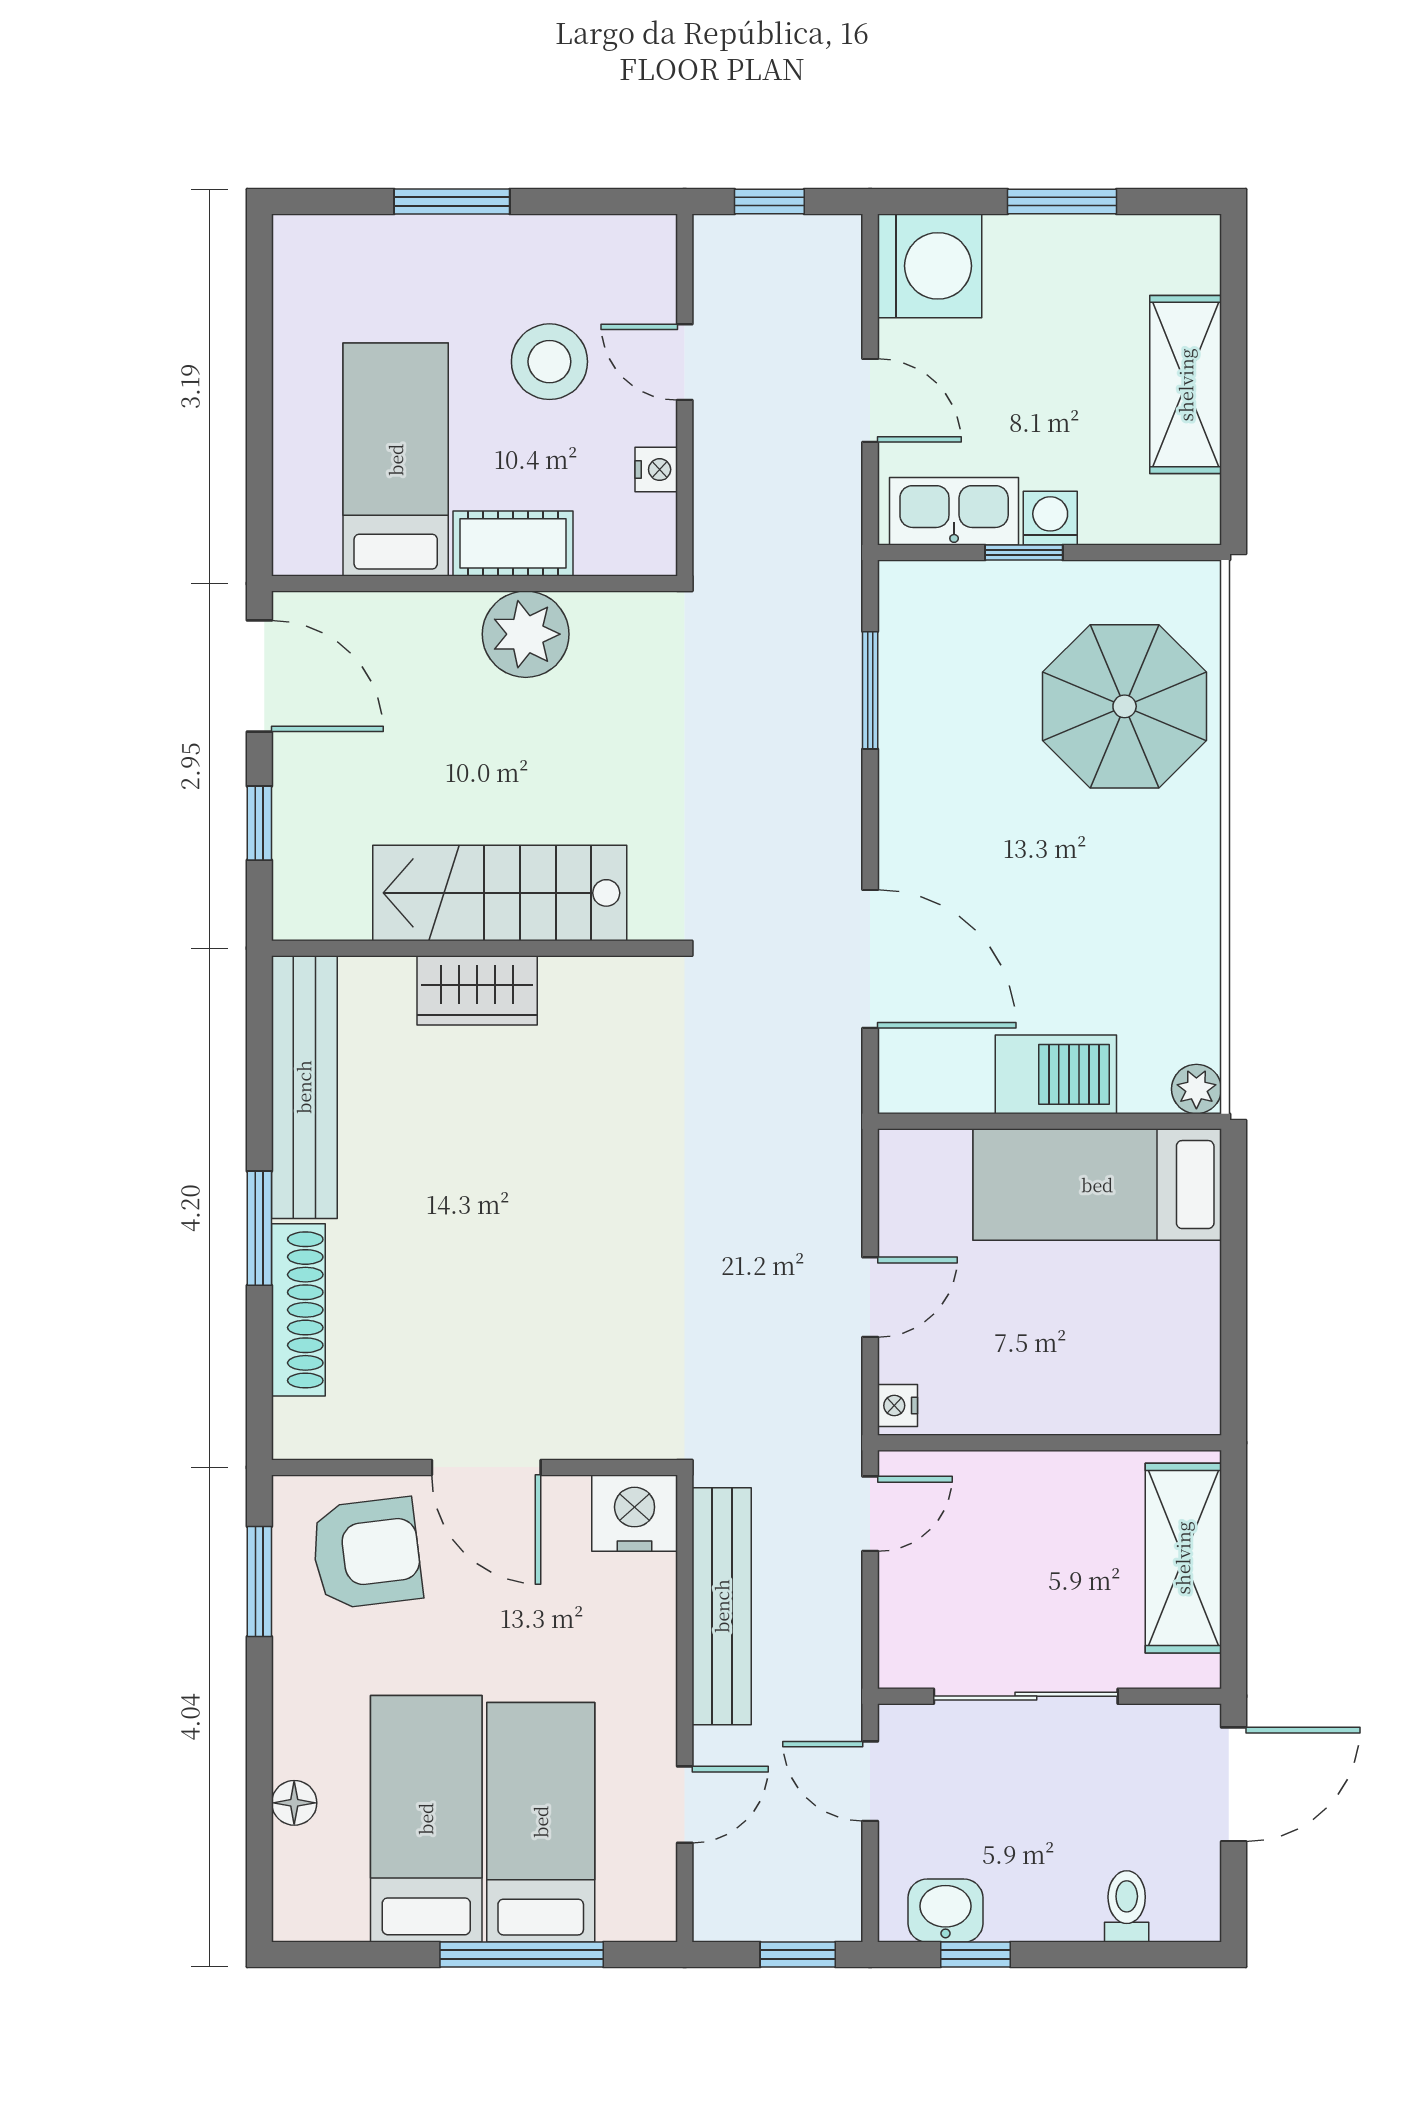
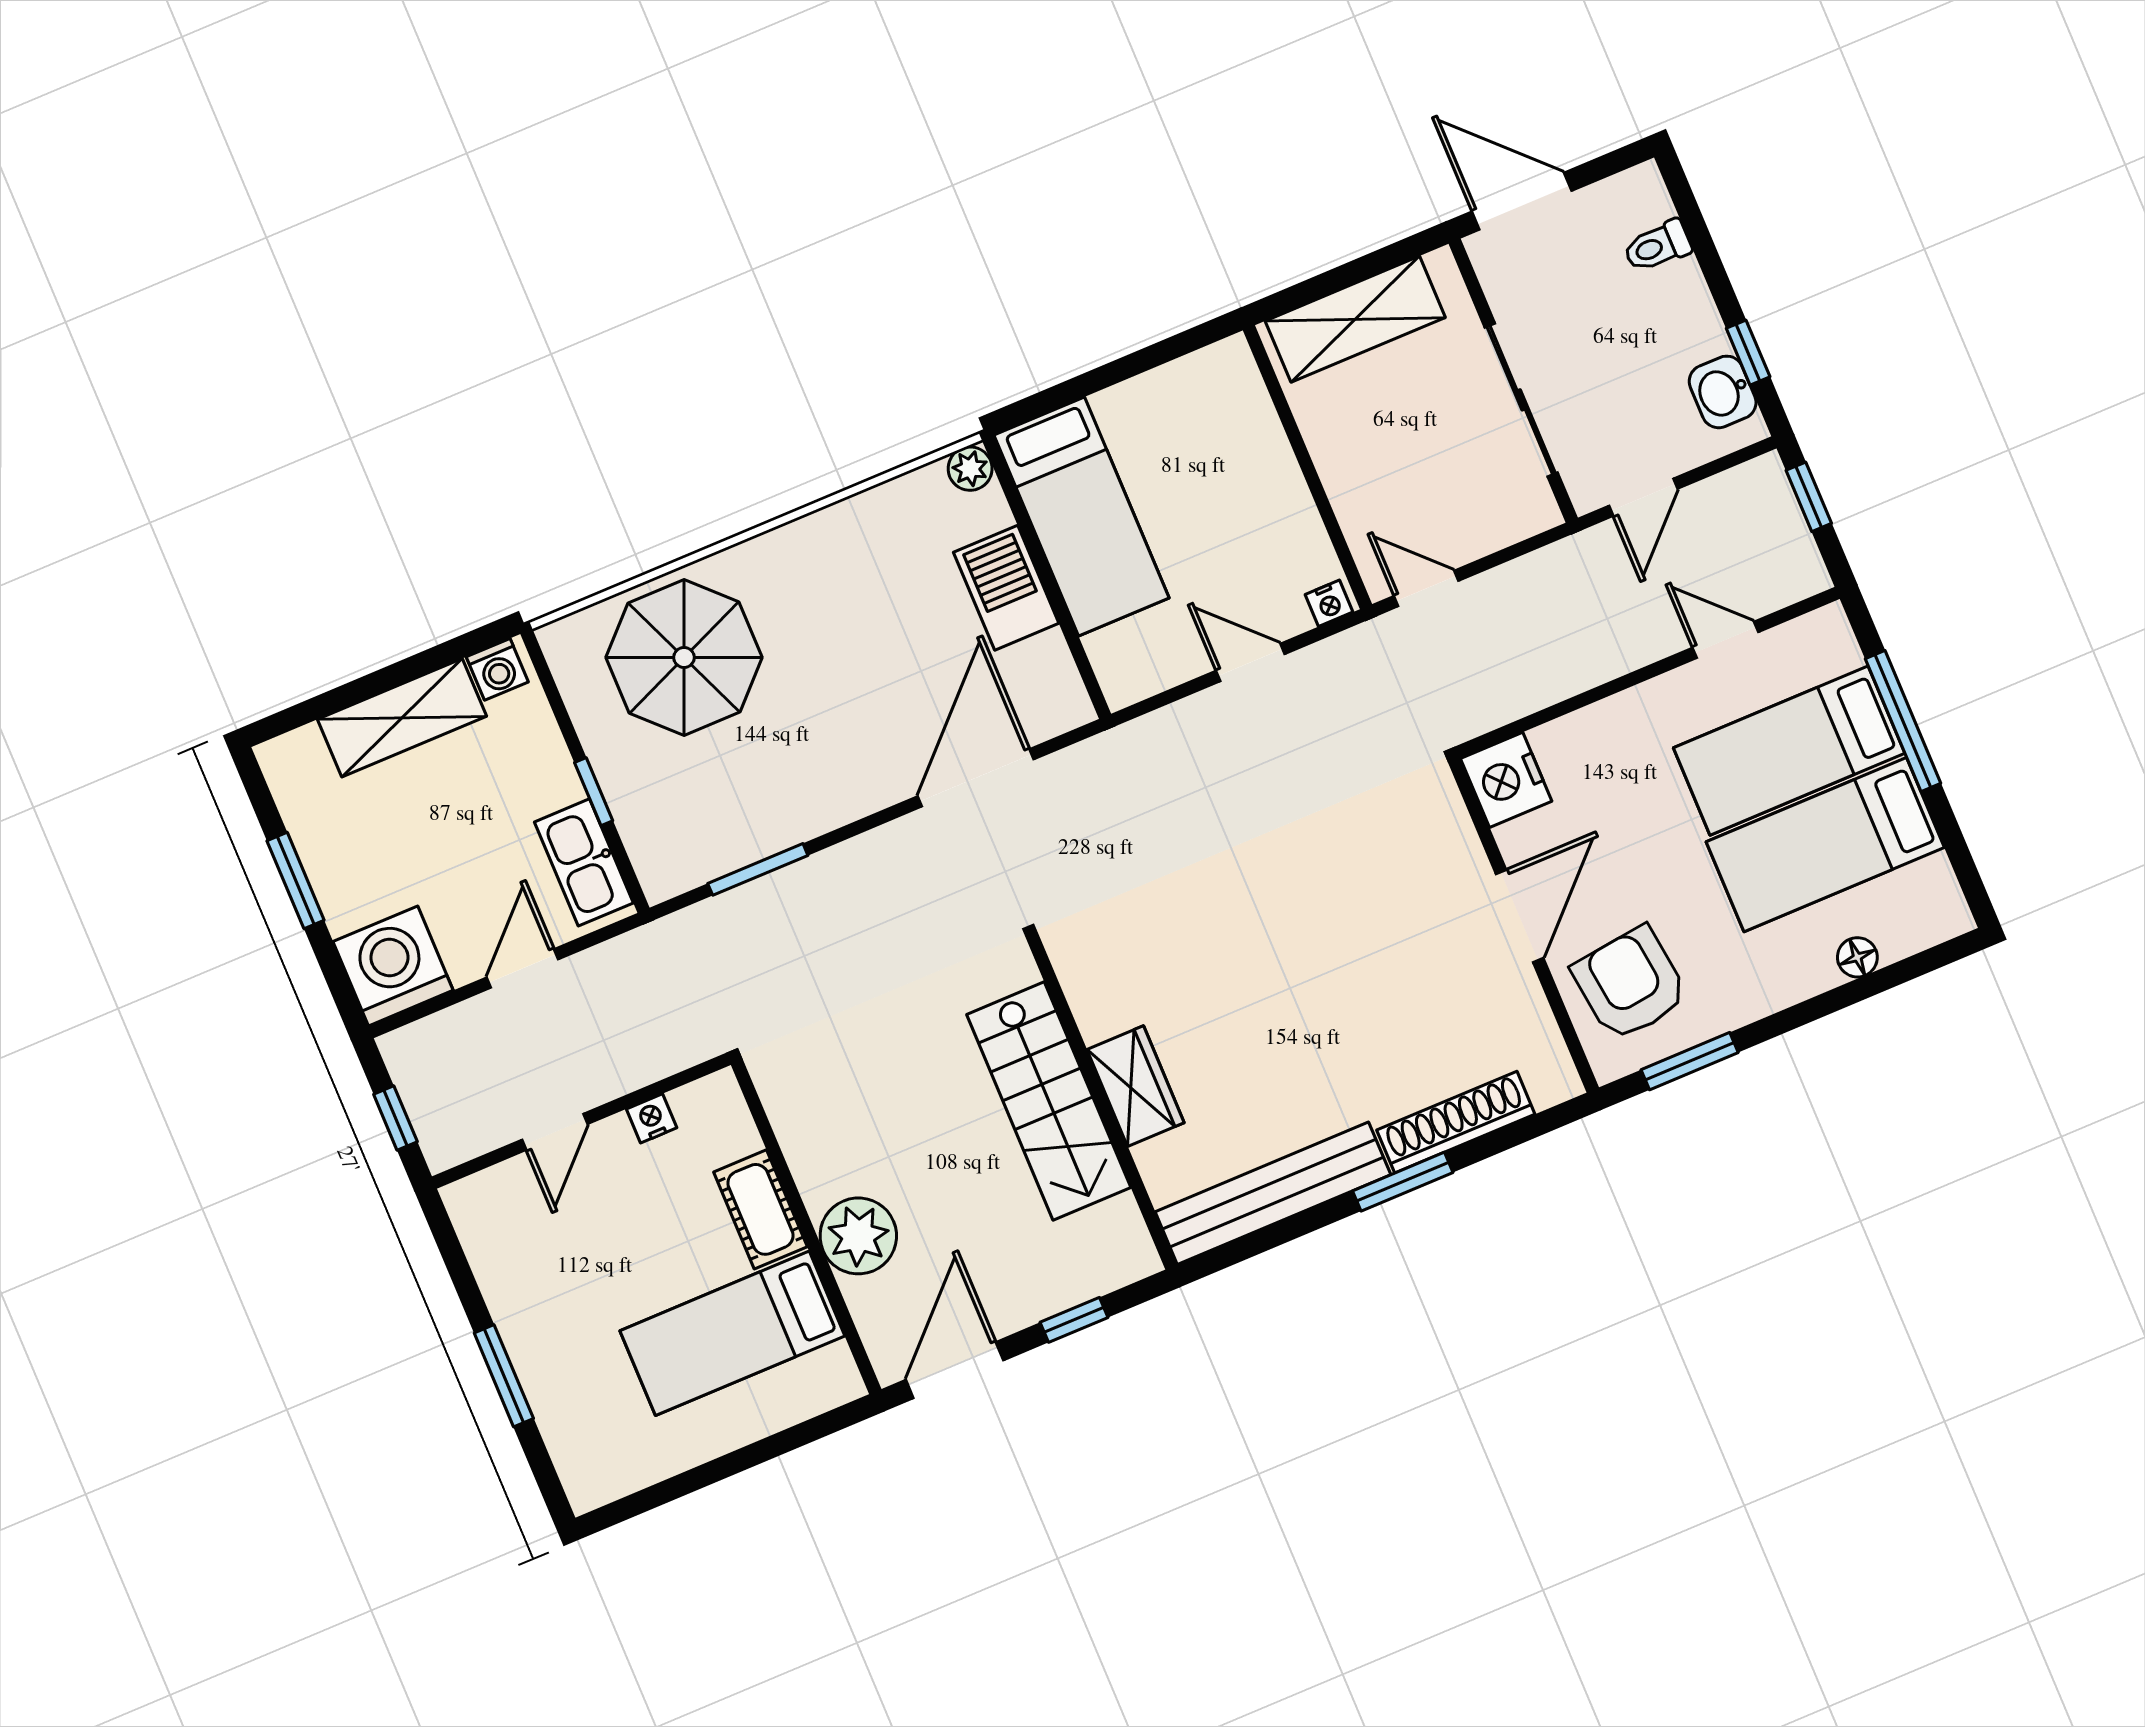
stool: (549, 362) -> (600, 1242), removed
washing machine: (1050, 518) -> (497, 669), moved, turned -90
plant: (526, 634) -> (858, 1236), moved
bench: (722, 1606) -> (1552, 678), removed

